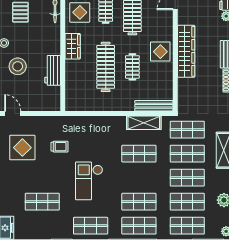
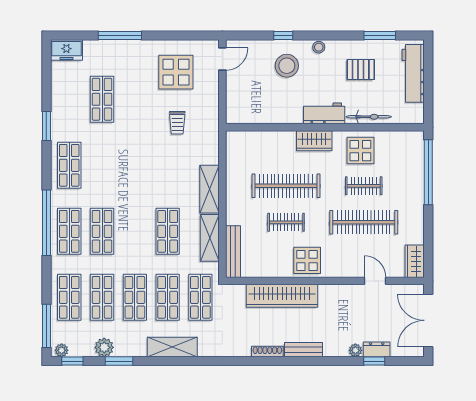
wardrobe: (186, 51) -> (282, 296), moved
workbench: (53, 70) -> (324, 113), moved
shelving: (108, 123) -> (210, 189), added
checkout: (89, 181) -> (130, 163), removed

